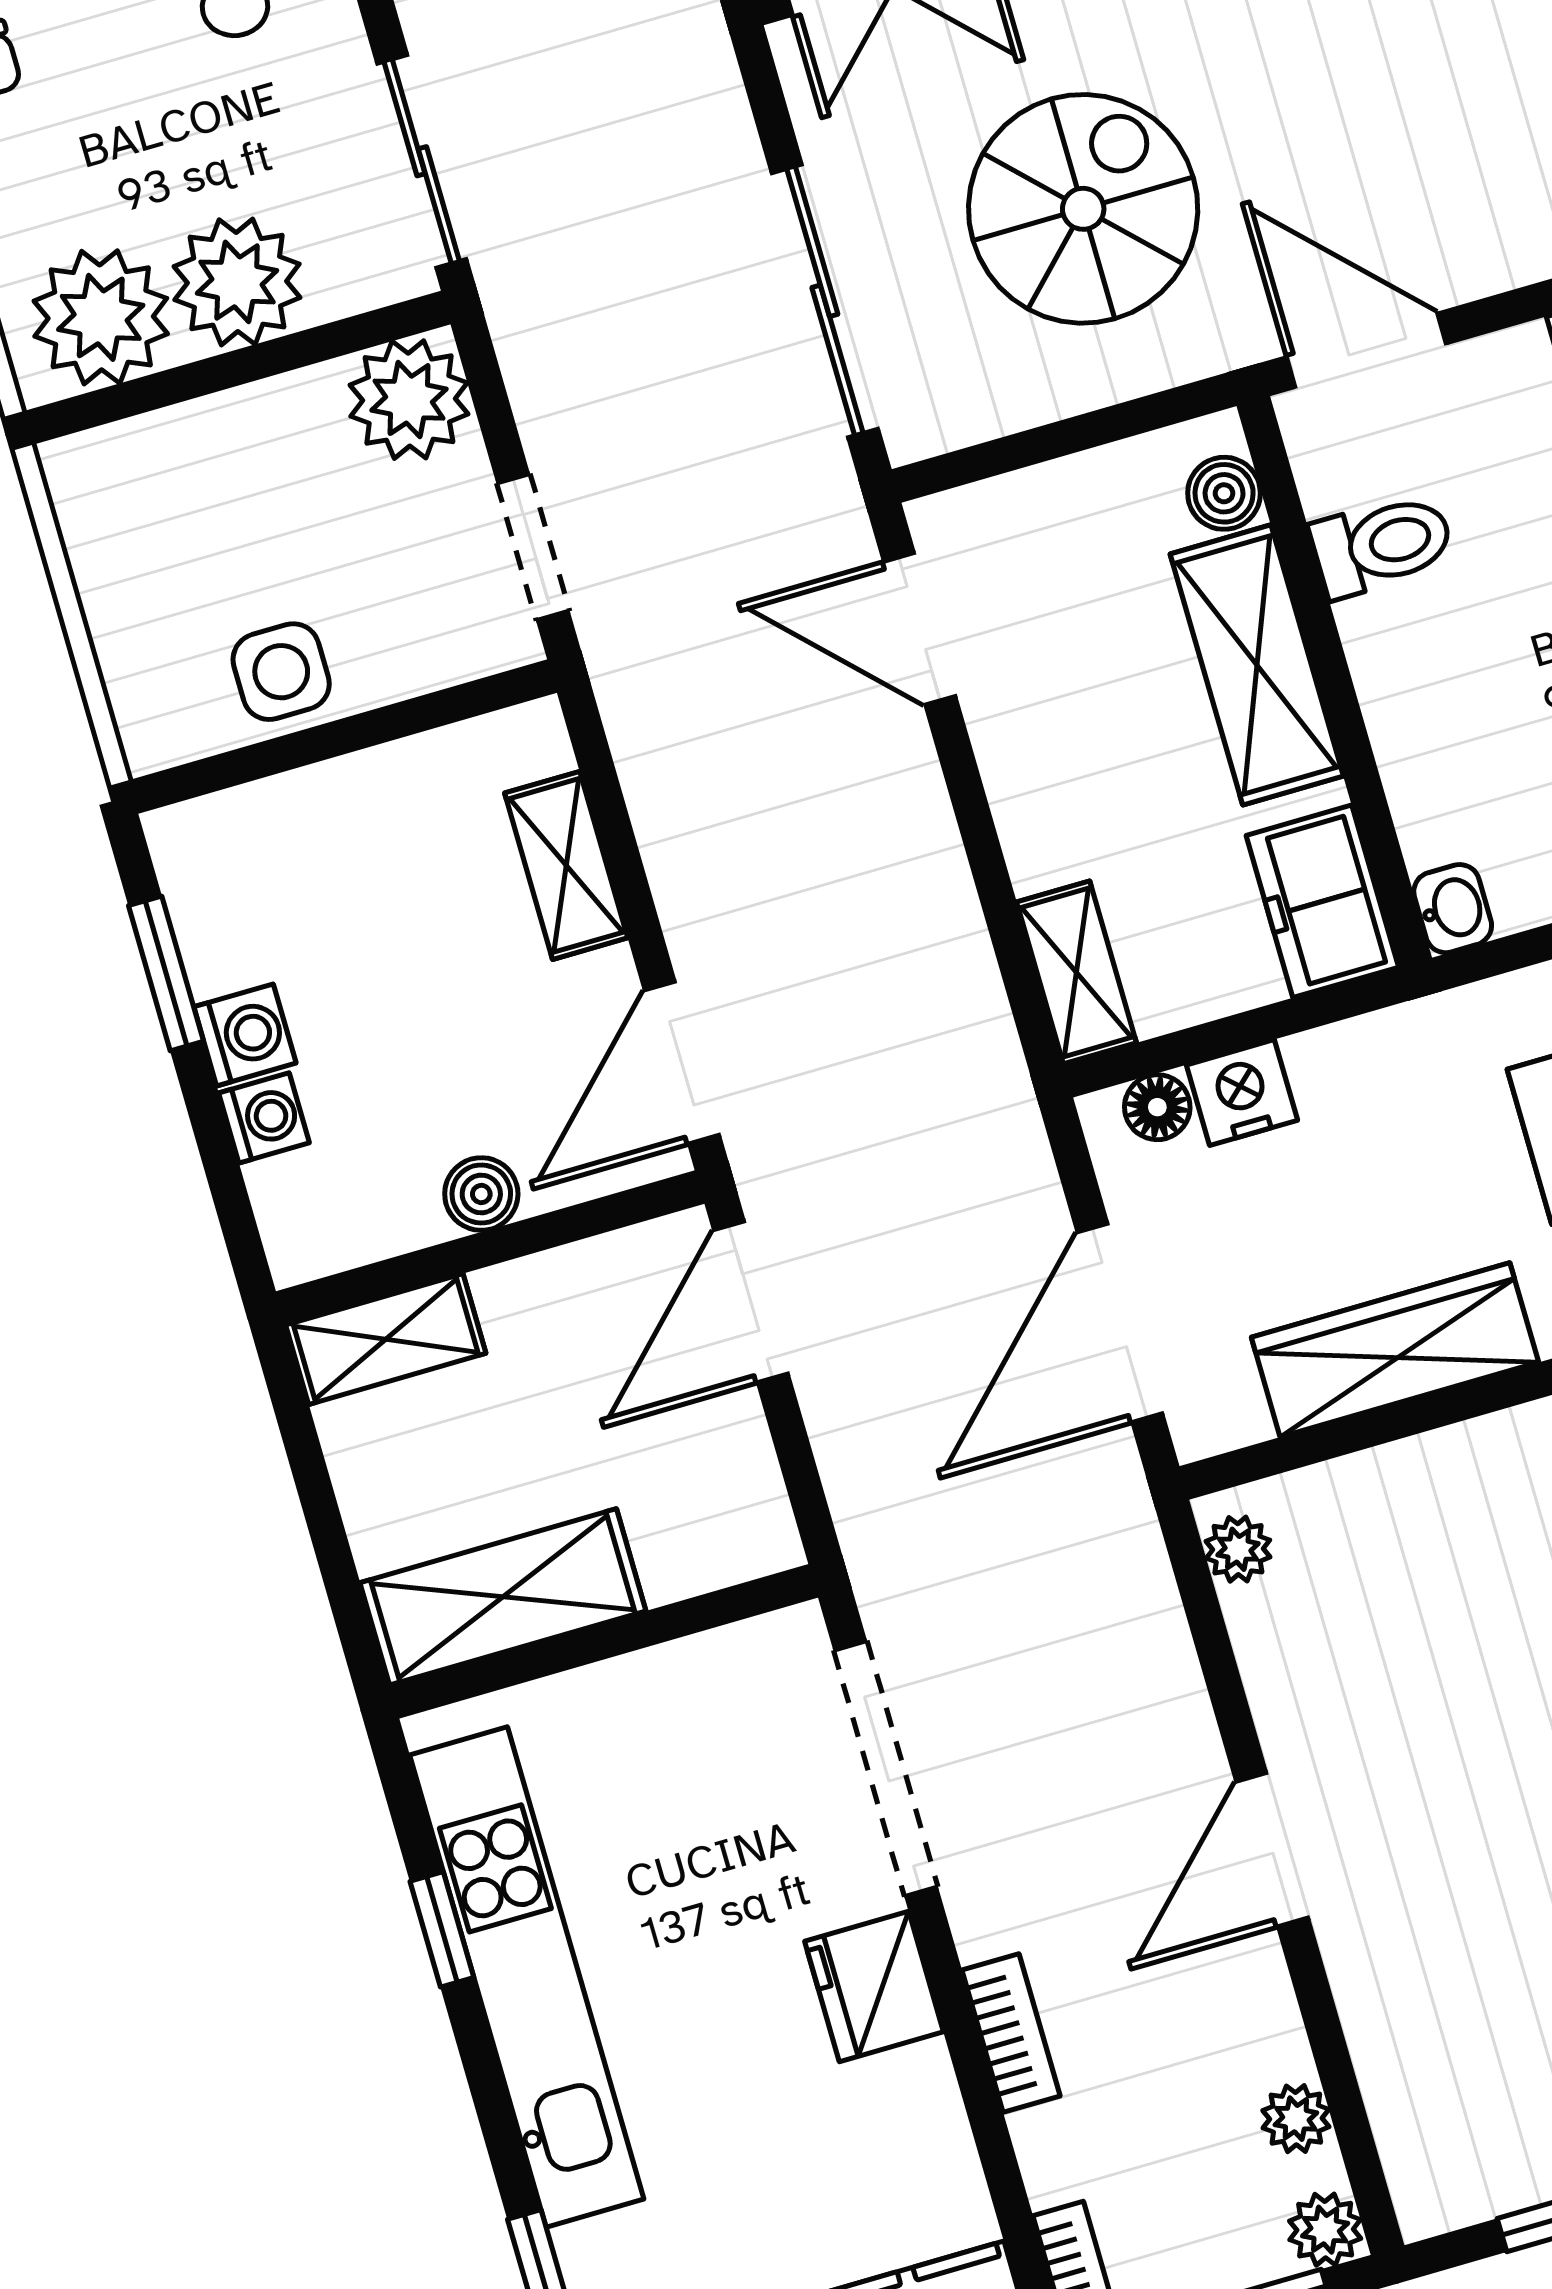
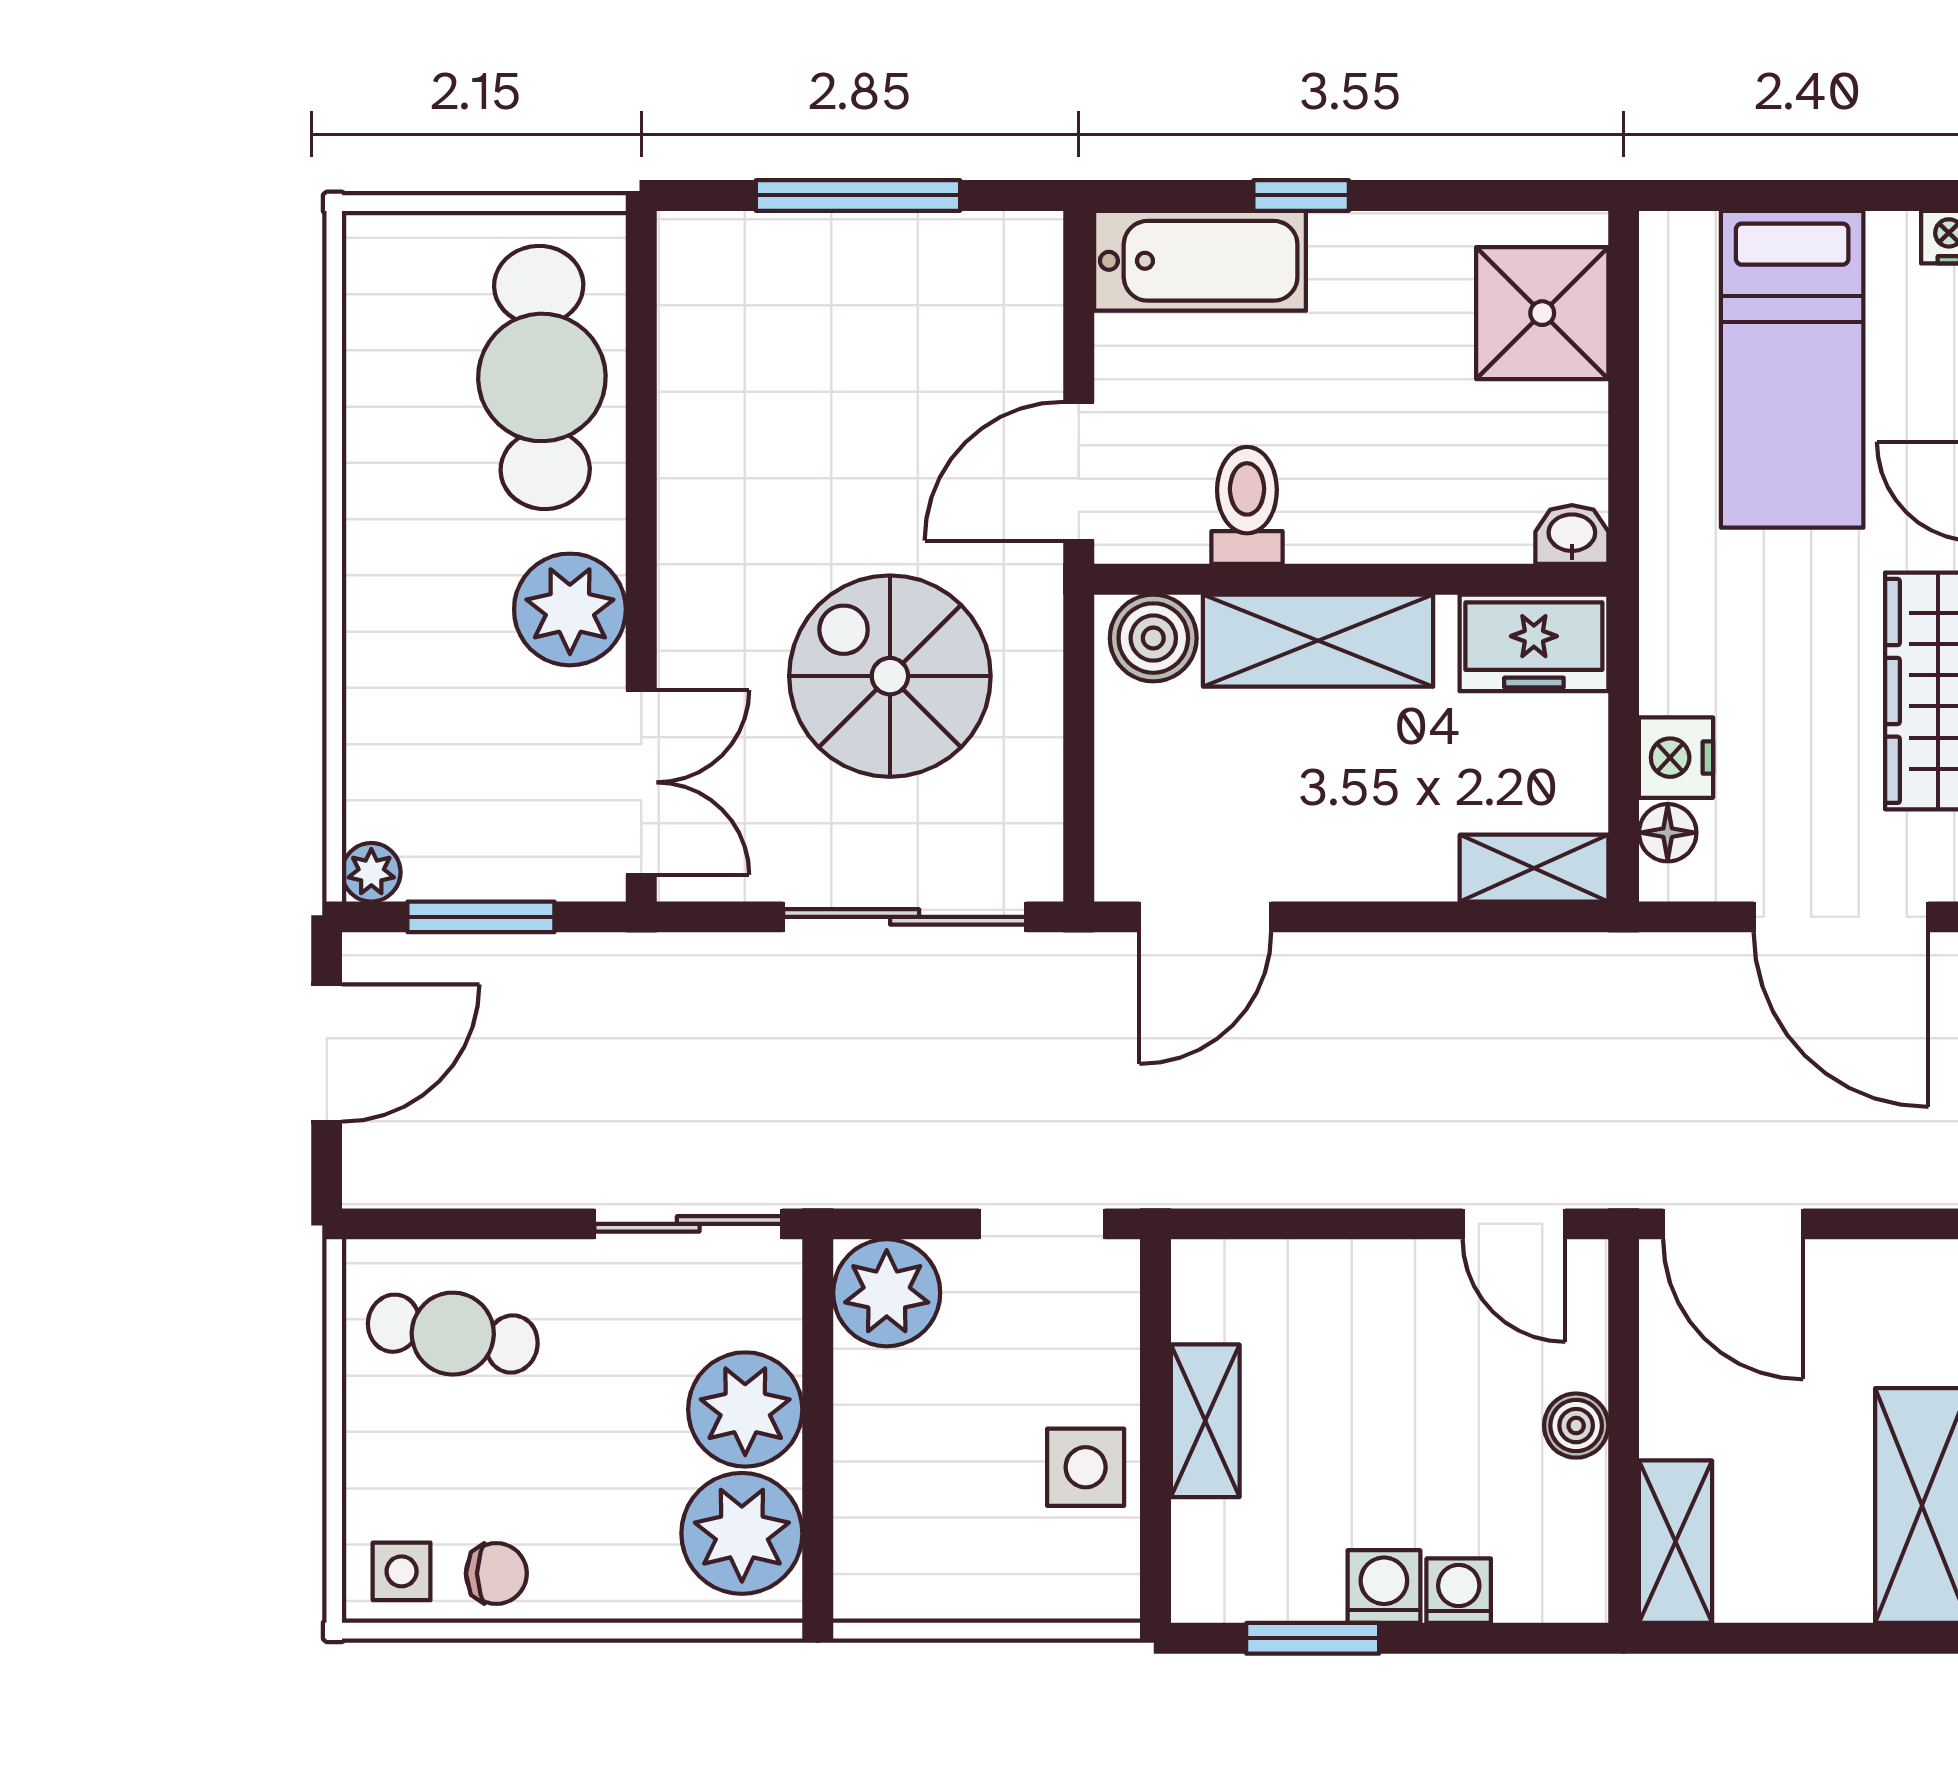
boiler: (1224, 493) -> (1153, 638), width x1.36, depth x1.36
shelving: (566, 865) -> (1205, 1421), moved, turned 90
door: (682, 1063) -> (1514, 1224), width x0.73

